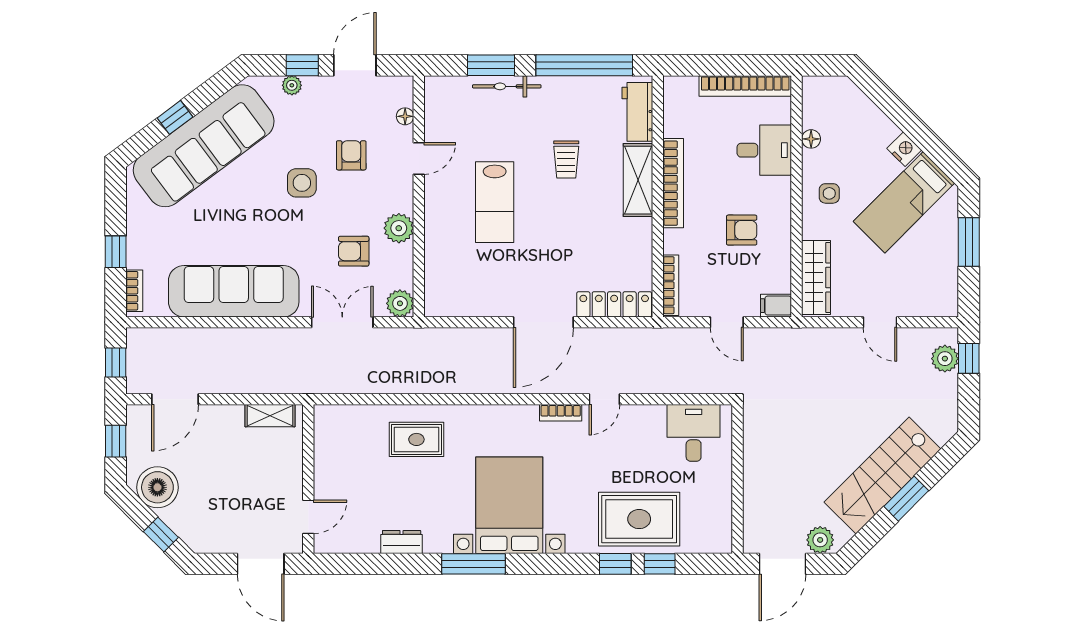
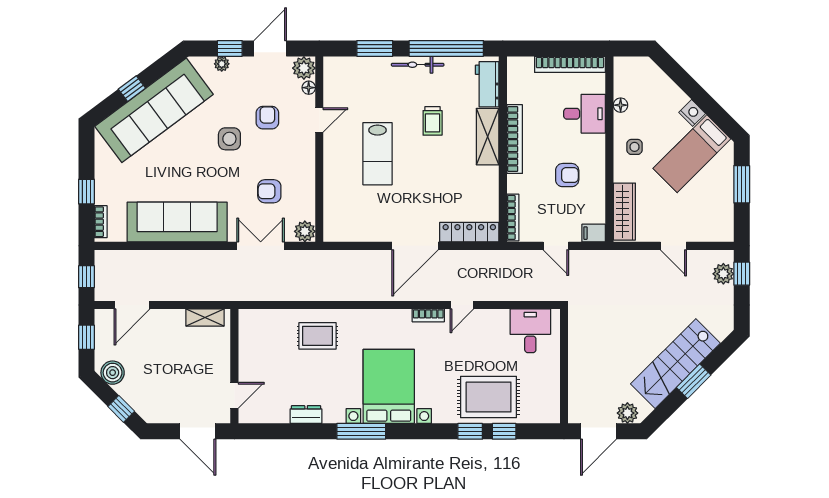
bicycle: (507, 86) -> (418, 65), moved
plant: (399, 228) -> (304, 68), moved
boiler: (157, 487) -> (113, 373), width x0.73, depth x0.73

